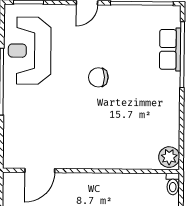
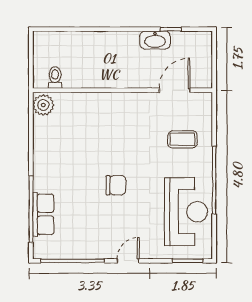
coffee table: (32, 122) -> (182, 139), added
toilet: (173, 184) -> (55, 78), moved

